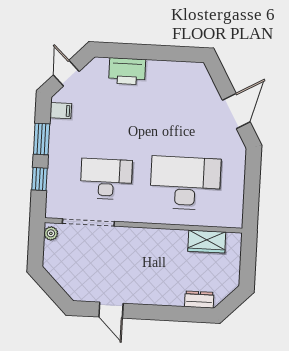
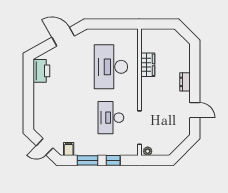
printer: (127, 71) -> (41, 71), moved
wardrobe: (207, 242) -> (148, 65), moved
dresser: (199, 299) -> (185, 82), moved
door: (111, 310) -> (195, 110), hinge flipped

